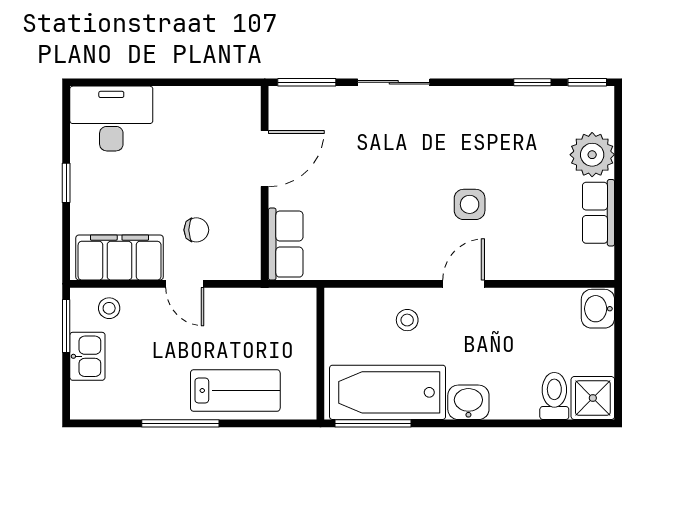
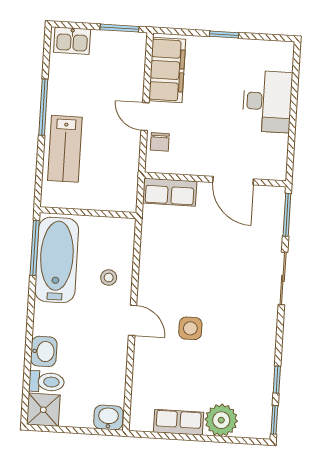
desk: (111, 119) -> (267, 101), moved
chair: (196, 230) -> (160, 142), moved
door: (185, 284) -> (145, 117), hinge flipped
stool: (109, 308) -> (131, 60), removed
kitchen sink: (87, 356) -> (72, 41), moved
washbasin: (468, 402) -> (44, 351), moved

